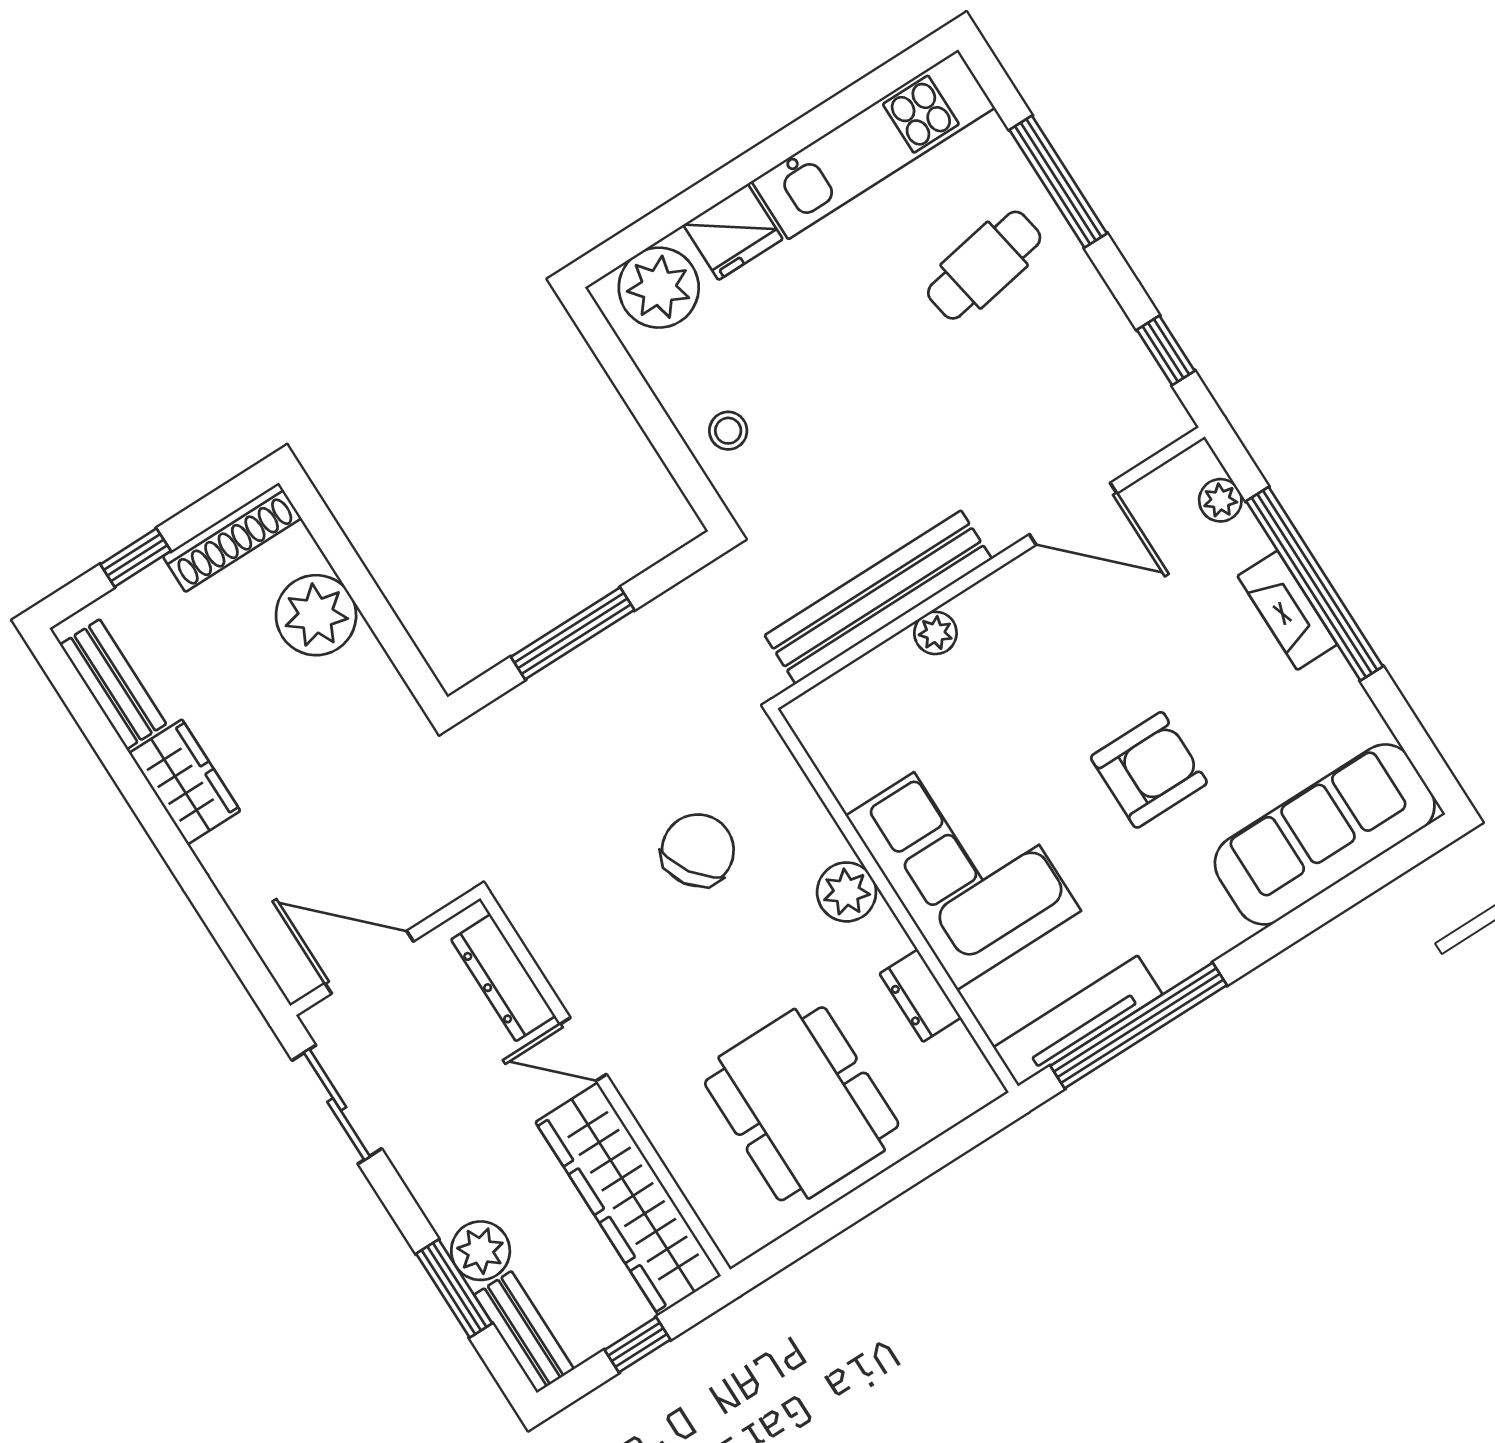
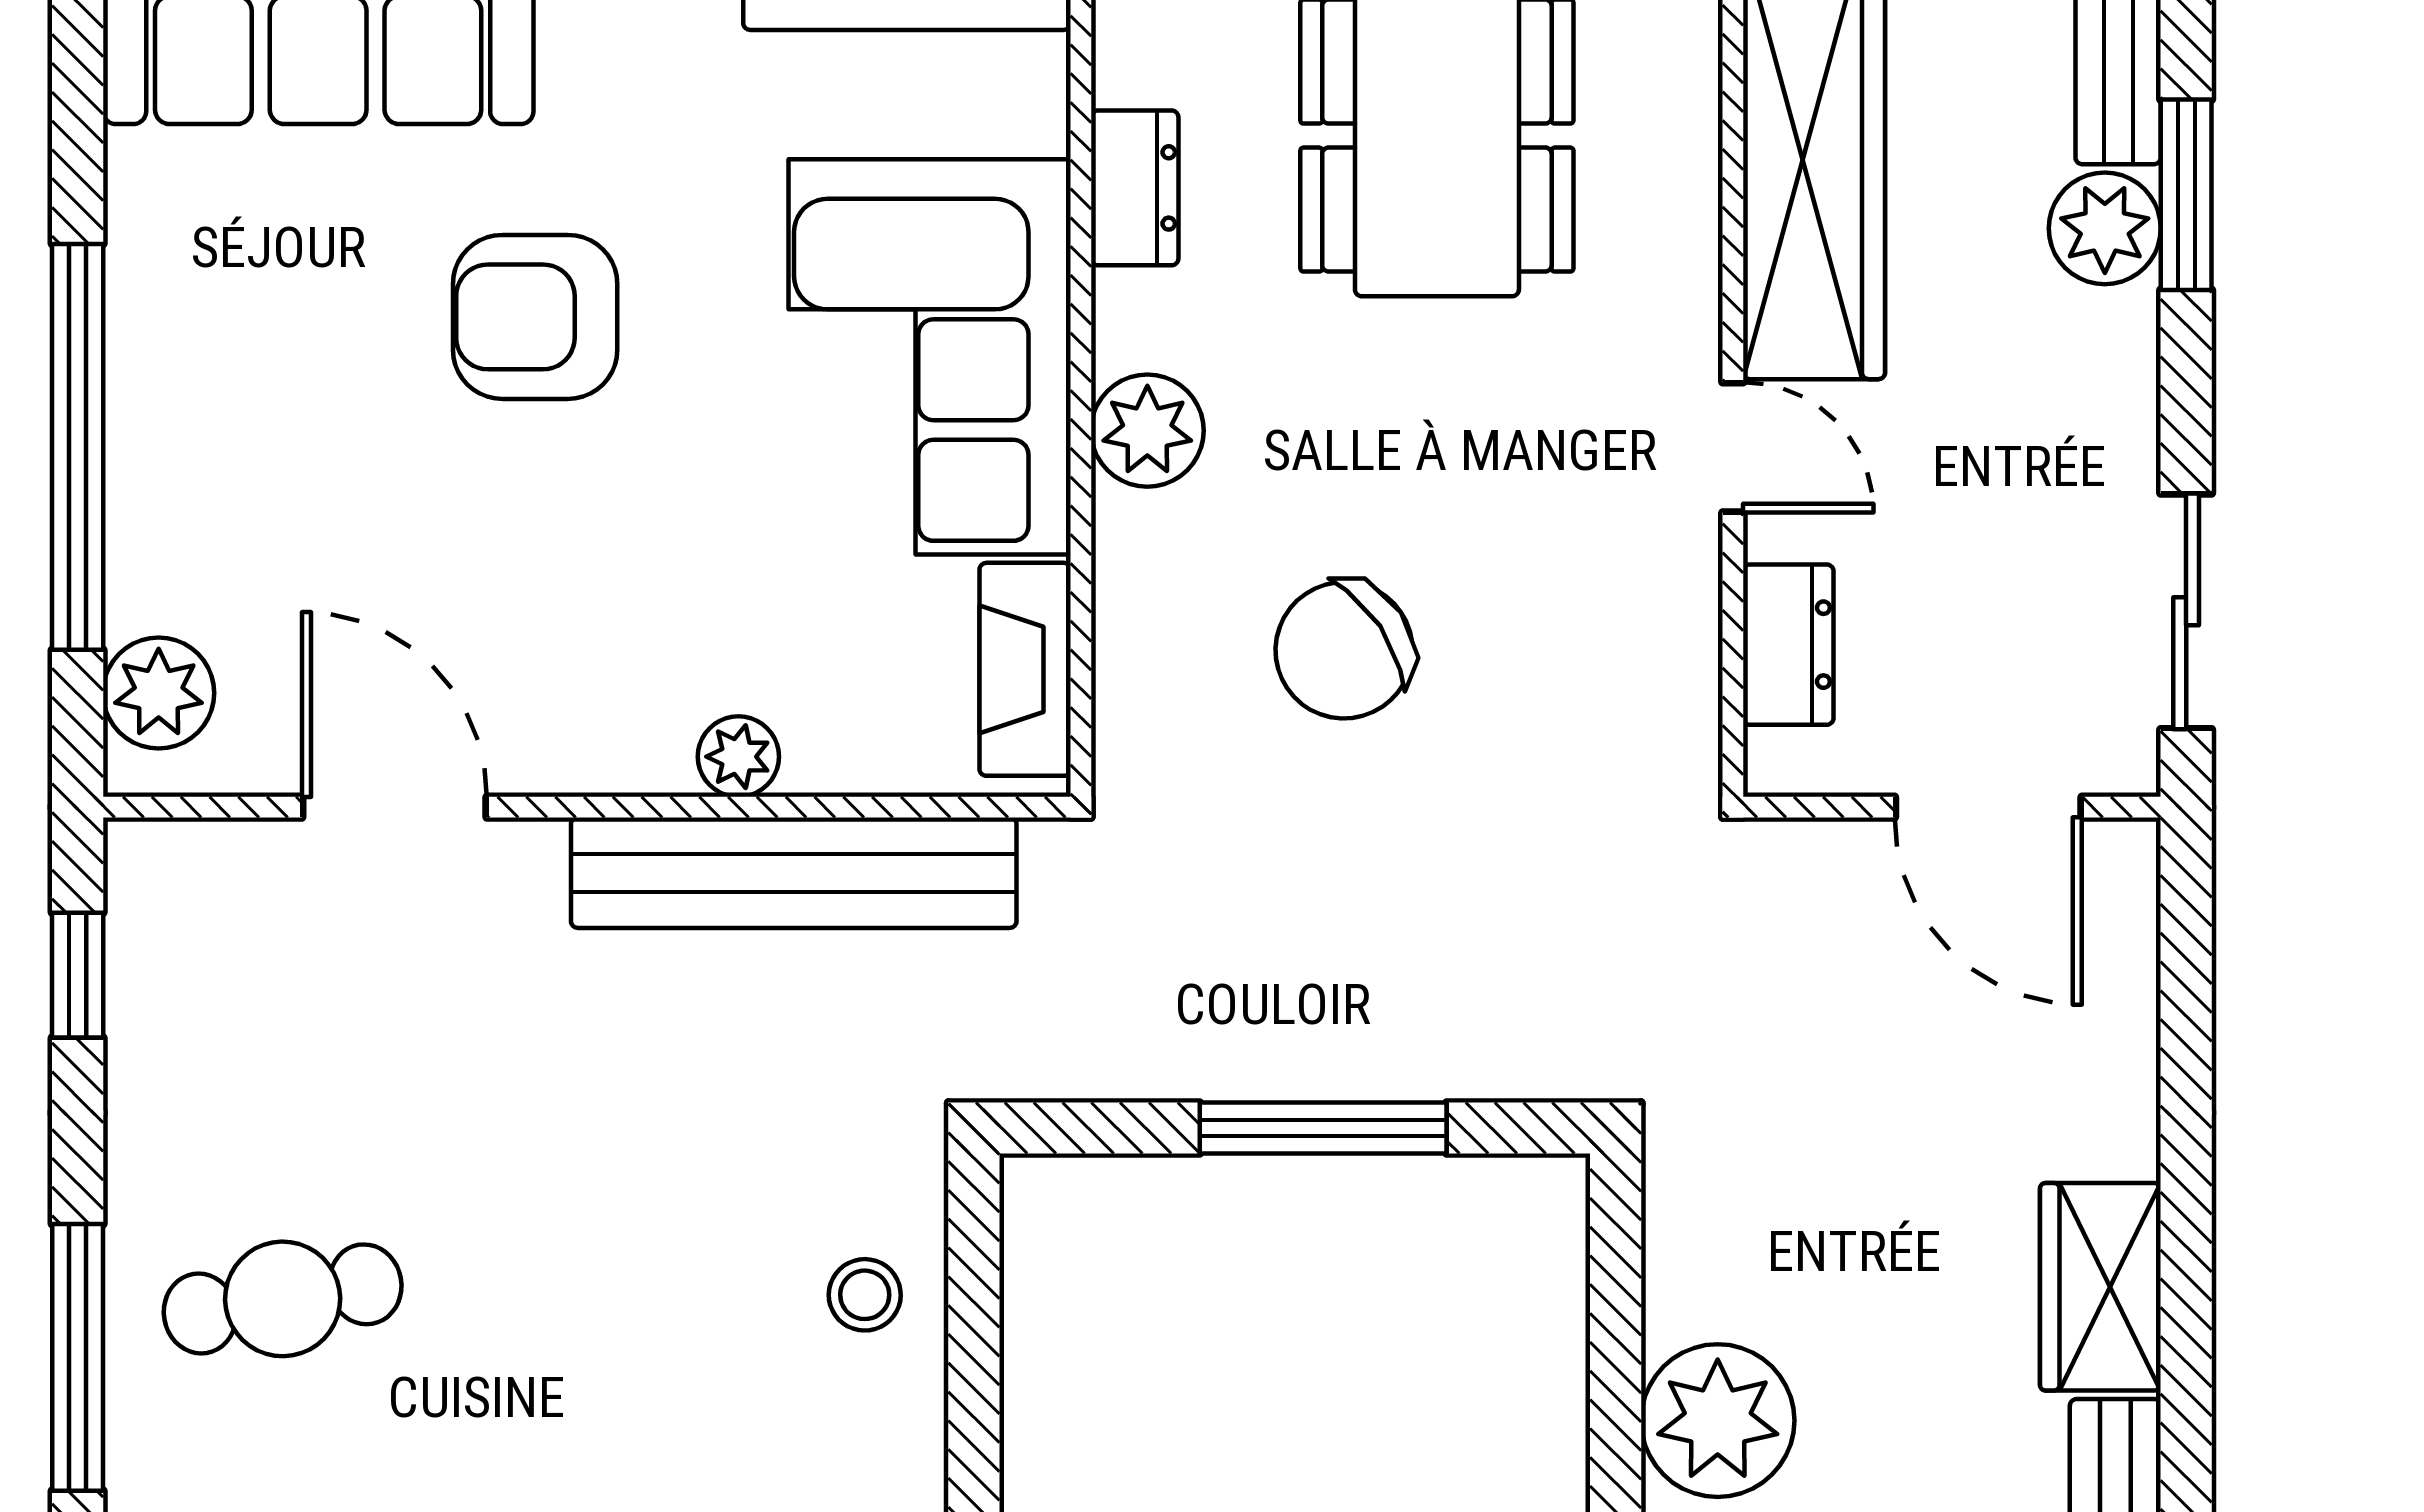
plant: (1220, 500) -> (159, 693), width x1.38, depth x1.38
fireplace: (1287, 610) -> (1025, 669), moved, turned 180
dresser: (503, 978) -> (1788, 645), width x0.70

